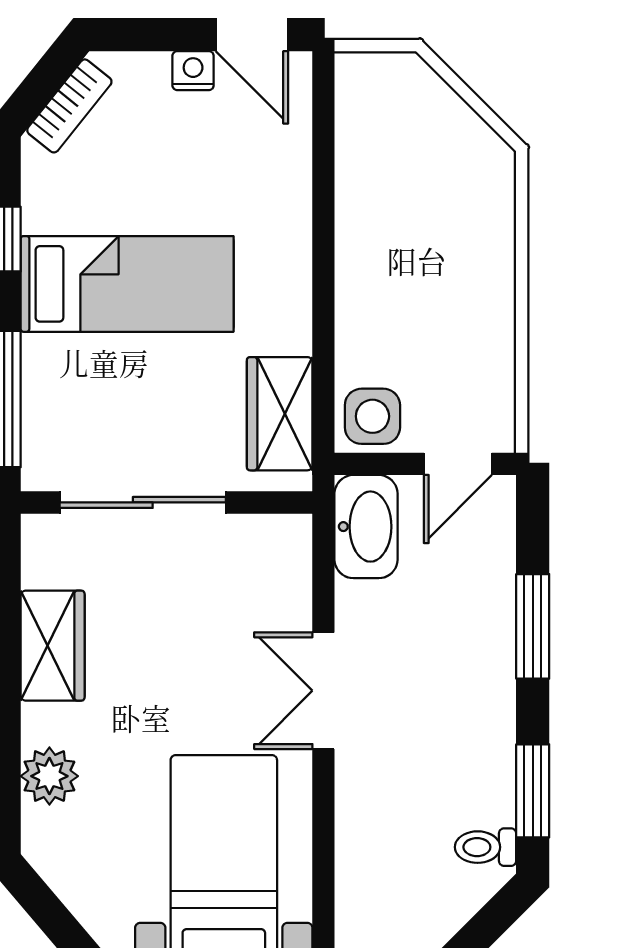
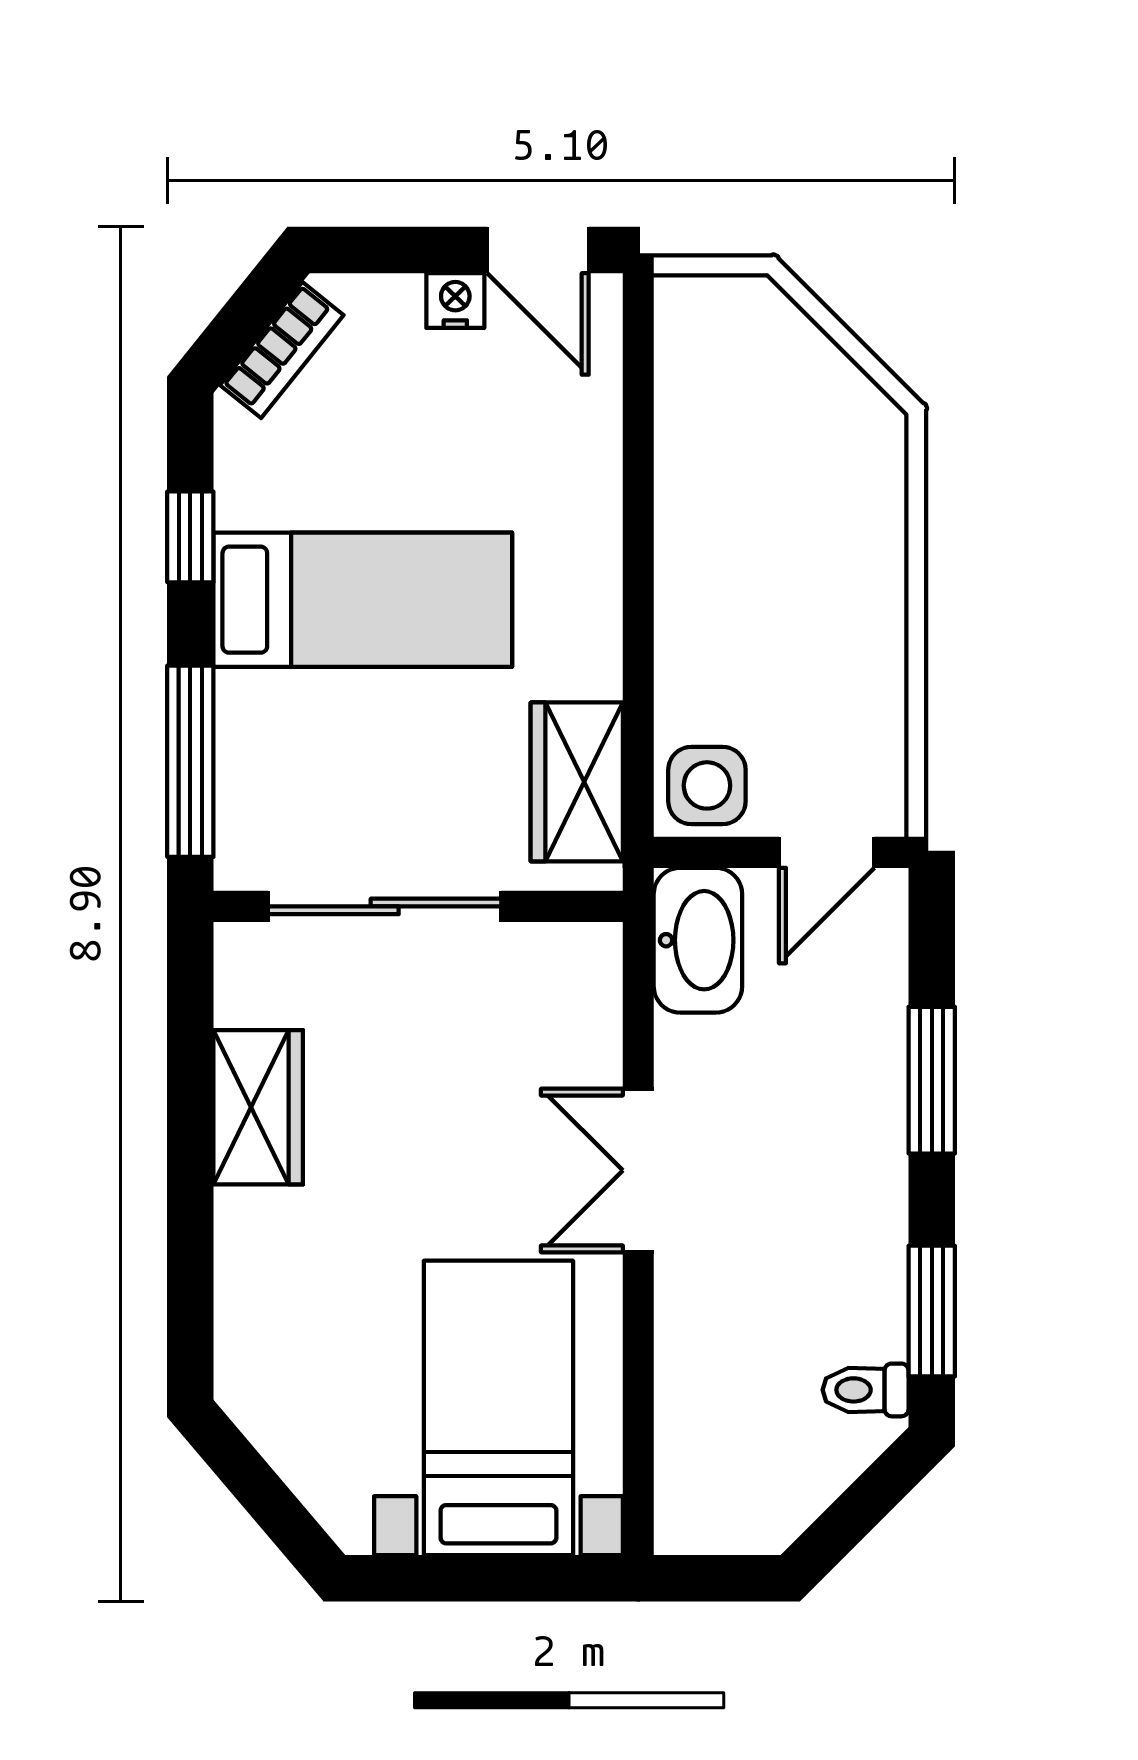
plant: (49, 776) -> (254, 1290), removed

